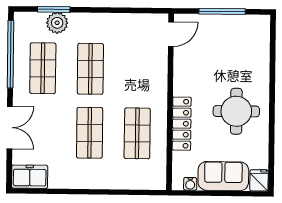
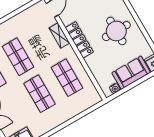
shelving: (160, 73) -> (59, 36), added
locker: (182, 124) -> (79, 40), moved

